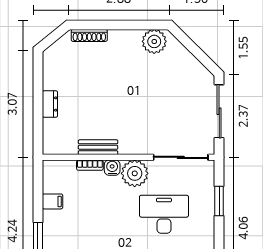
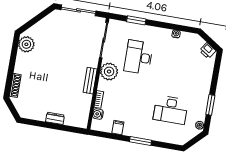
bench: (98, 147) -> (90, 81), moved
water cooler: (112, 168) -> (98, 114), moved

